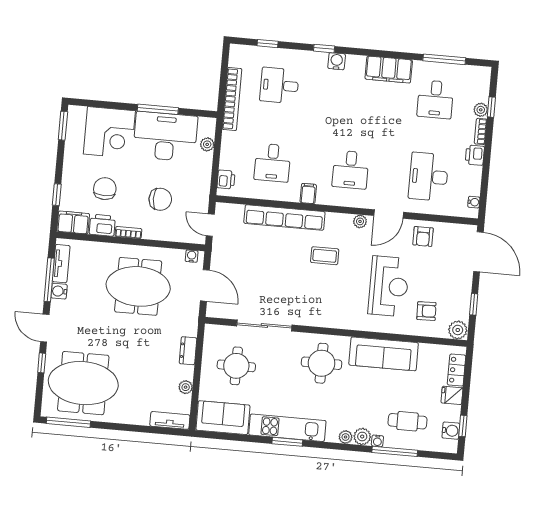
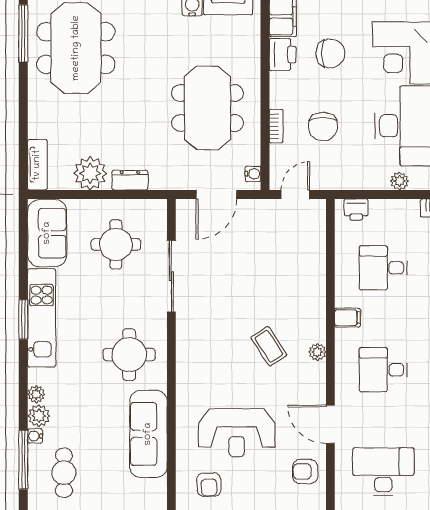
row of seats: (284, 218) -> (314, 290), removed
plant: (360, 221) -> (317, 352), moved
bookcase: (128, 233) -> (276, 126), moved
coffee table: (325, 256) -> (269, 346), turned -33
plant: (186, 387) -> (90, 173), width x1.88, depth x1.88

